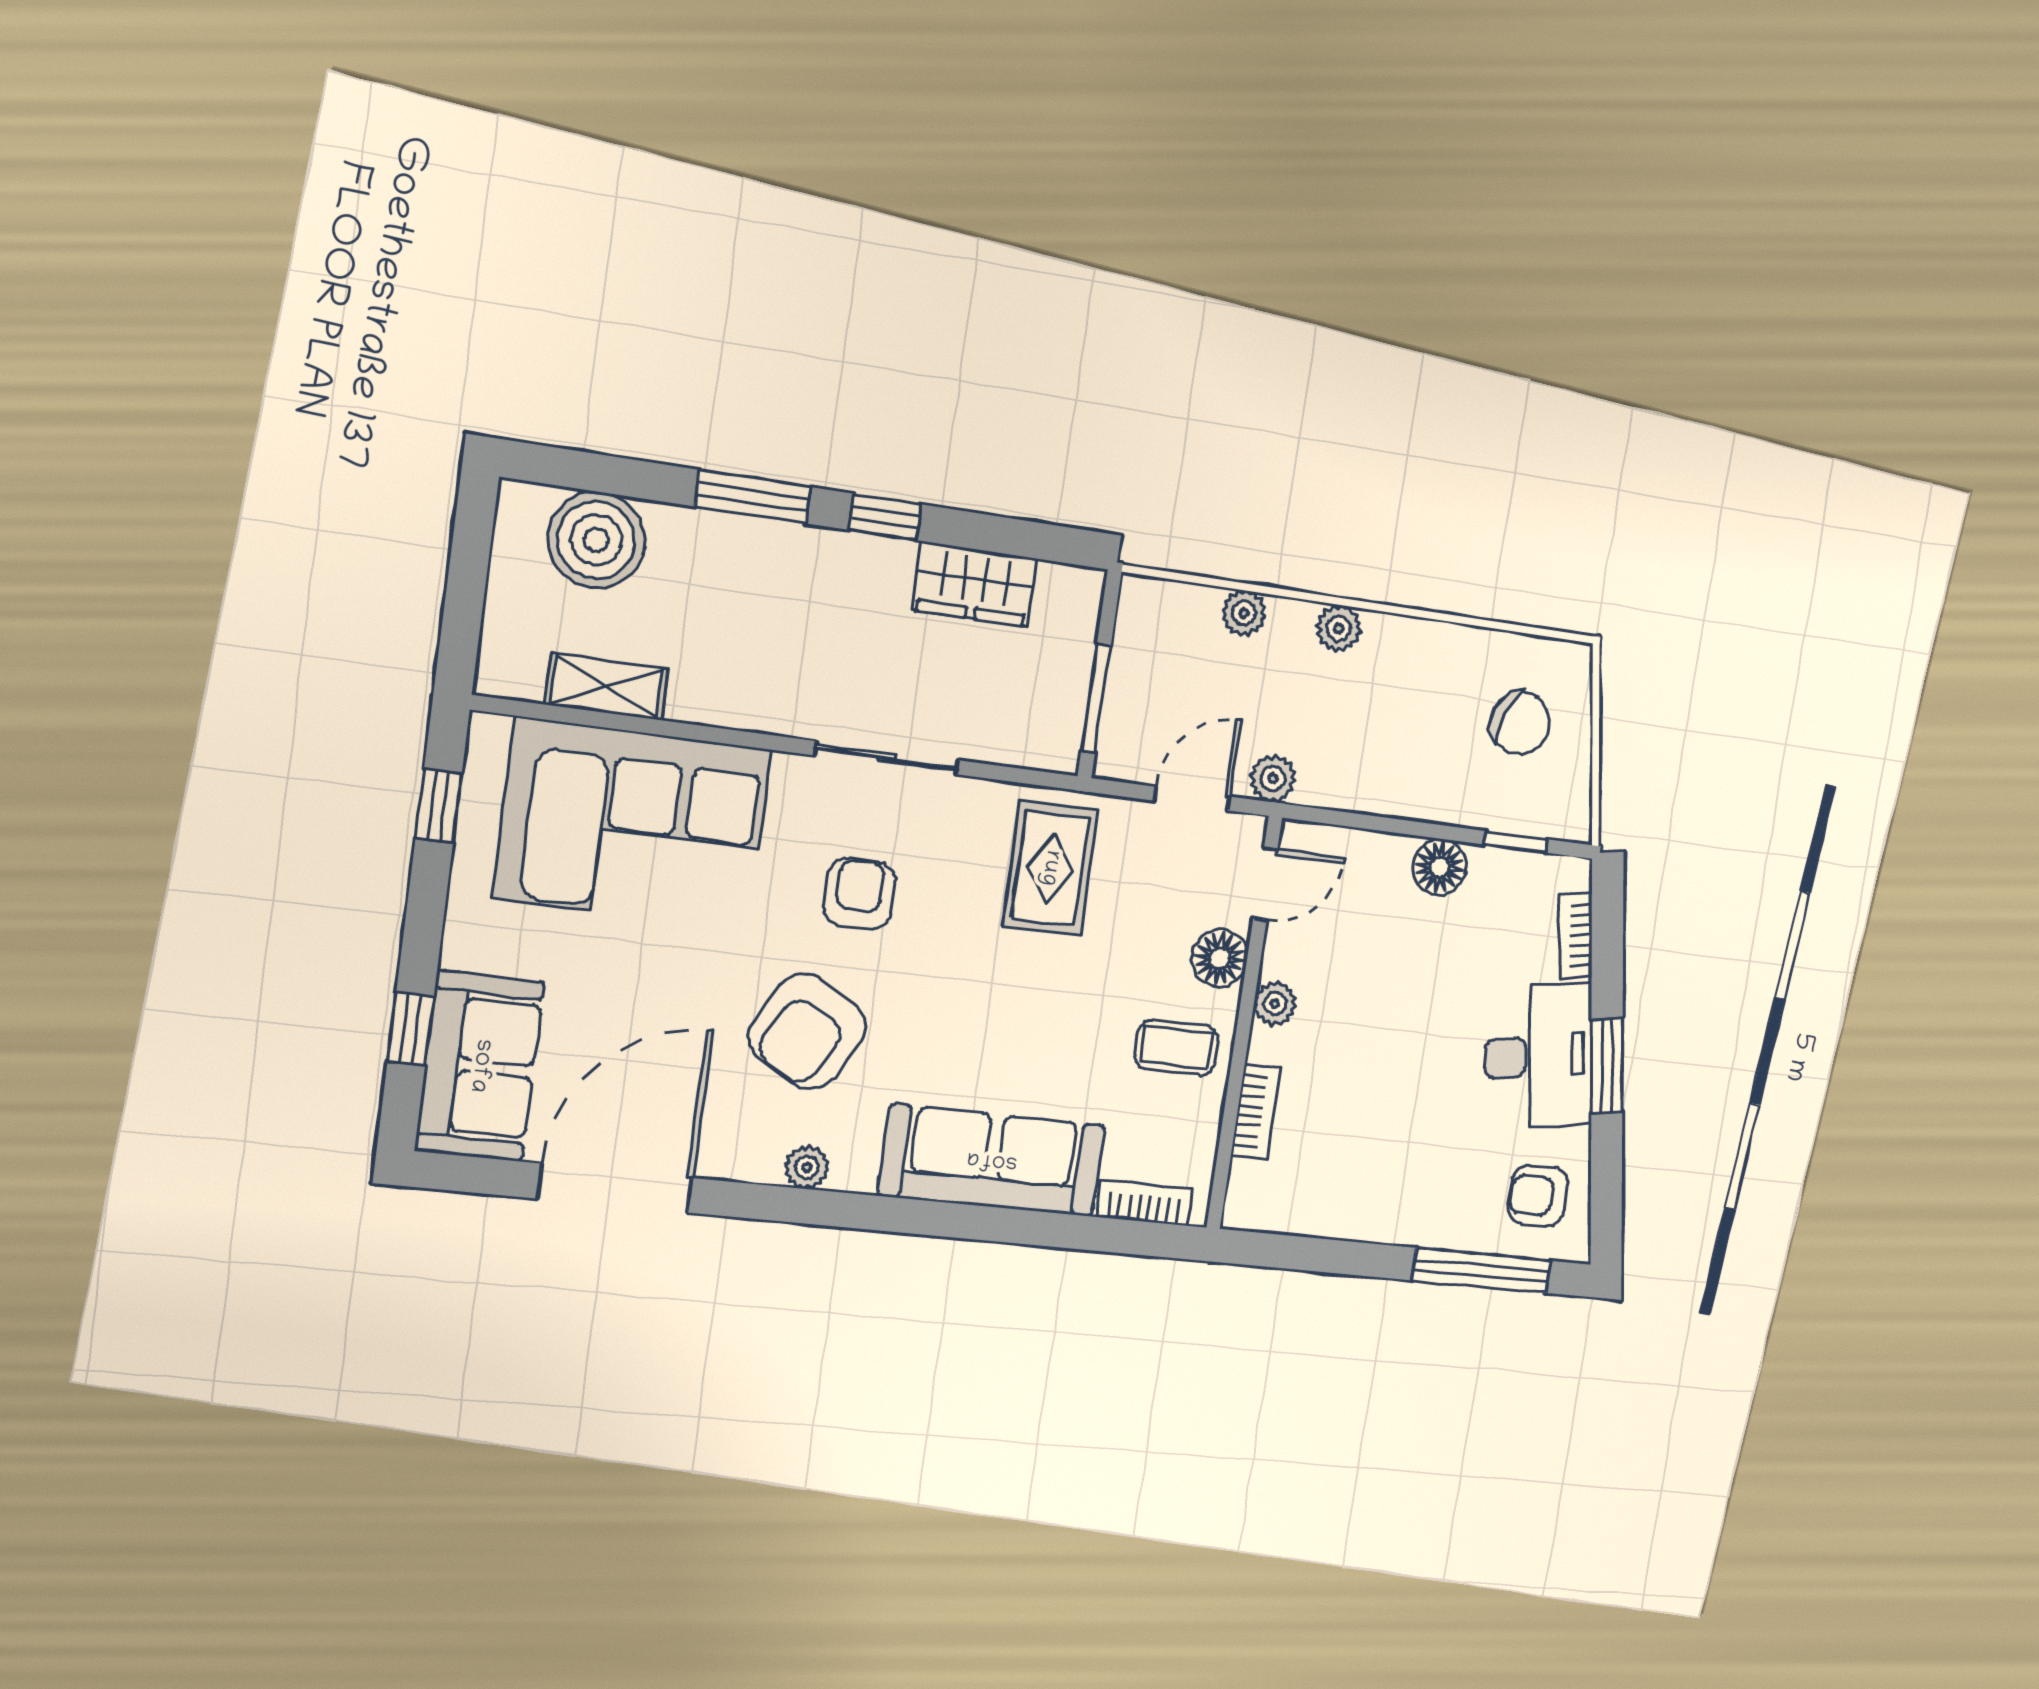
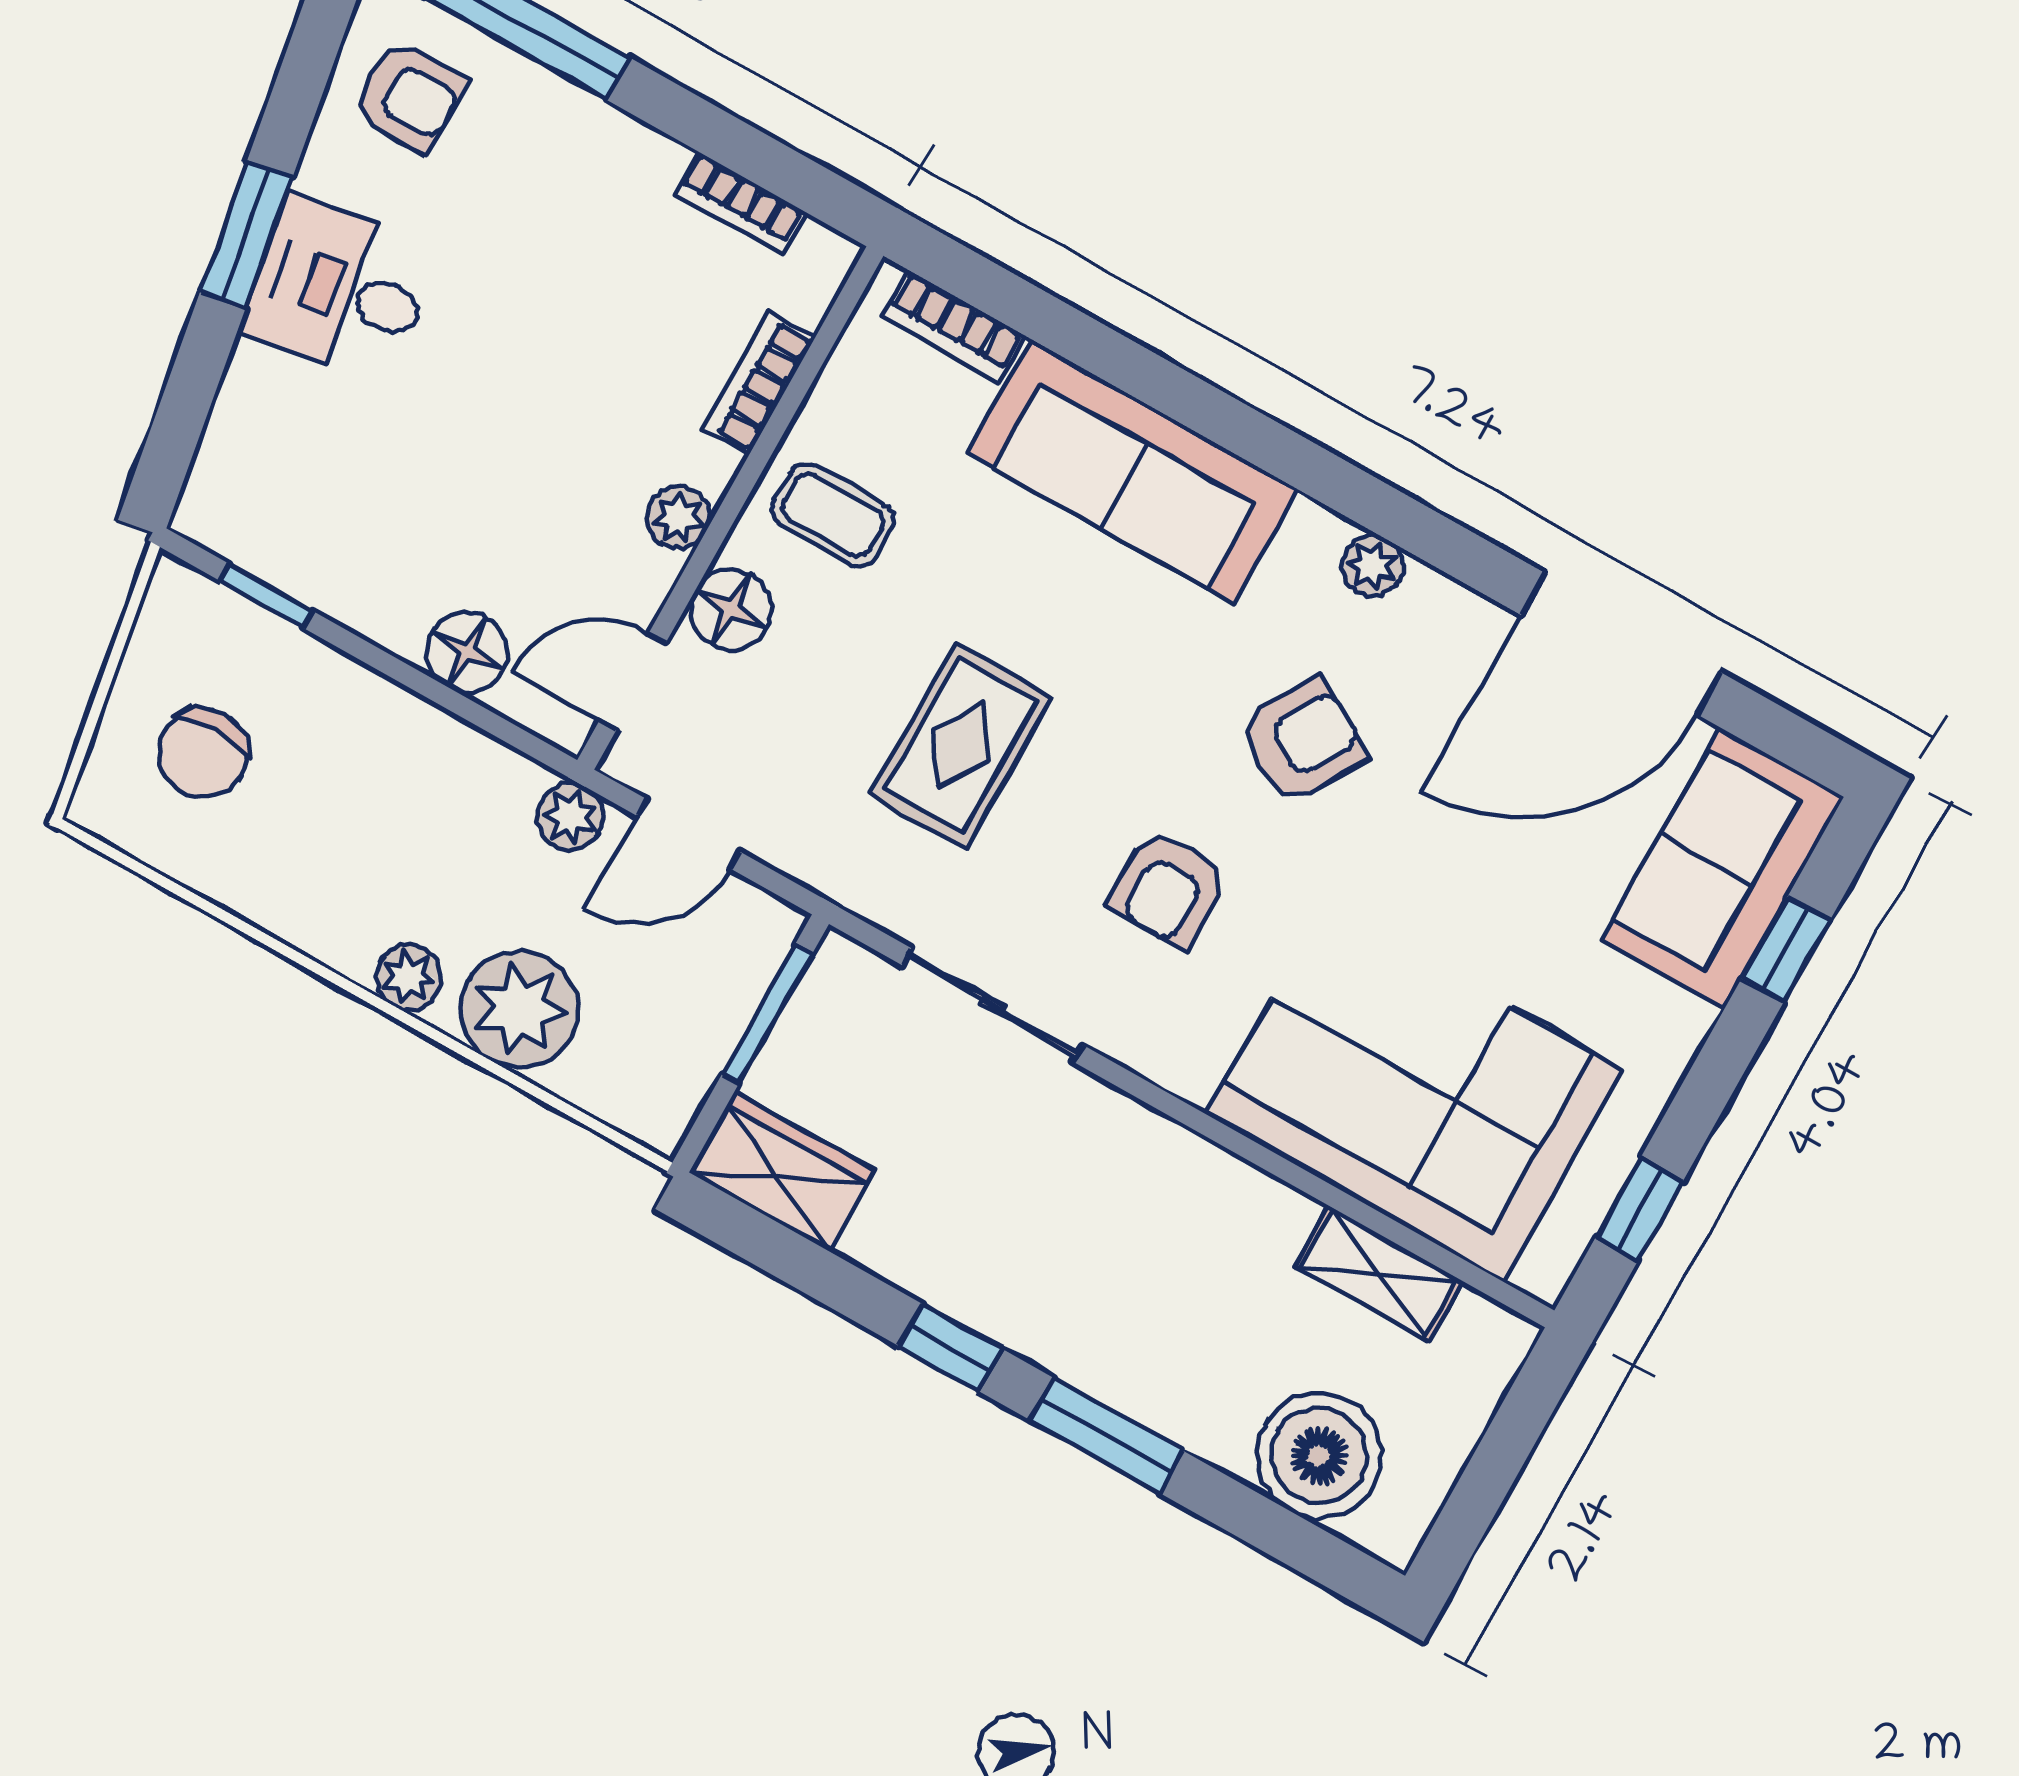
wardrobe: (974, 584) -> (782, 1171), moved
plant: (1244, 613) -> (519, 1010), width x1.87, depth x1.87
chair: (1520, 723) -> (203, 753), turned -111
sliding door: (887, 758) -> (992, 1005), moved
floor lamp: (1439, 867) -> (467, 652), moved
rug: (1050, 868) -> (961, 745), moved
bookcase: (1576, 936) -> (740, 203), moved, turned 100
armchair: (807, 1032) -> (1303, 741), width x0.72, depth x0.72
desk: (1538, 1056) -> (339, 290), width x0.73

